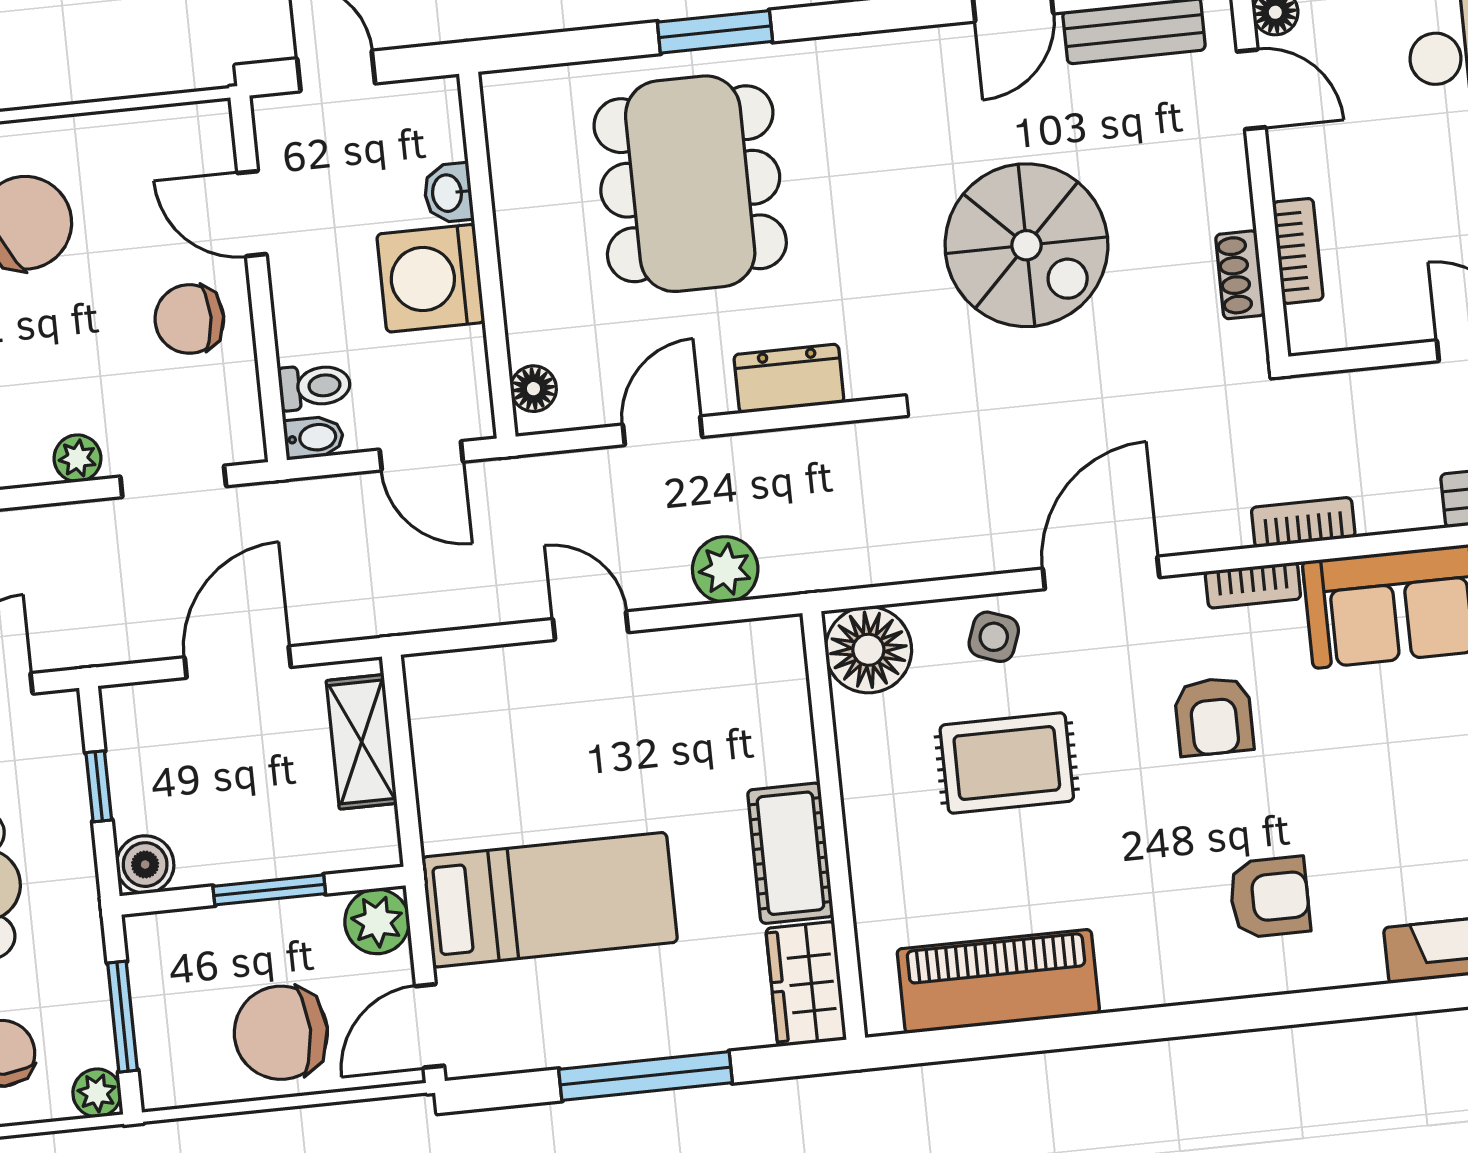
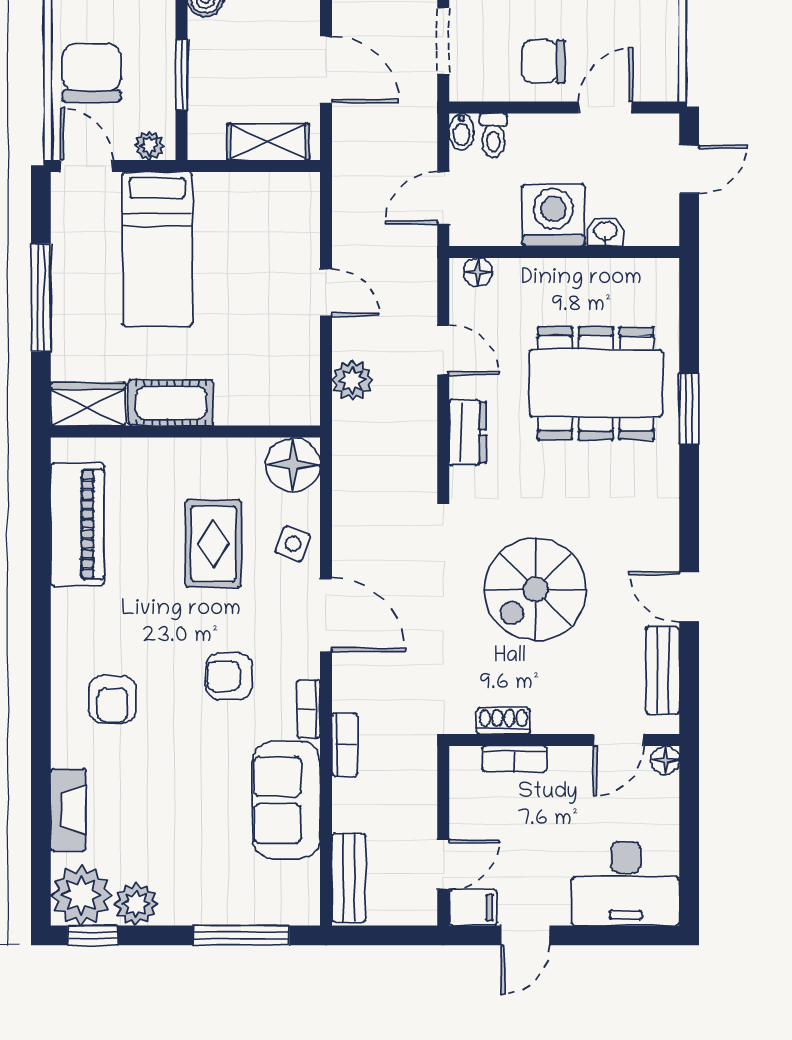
chair: (189, 319) -> (544, 62), turned -91
door: (591, 626) -> (326, 293), hinge flipped
plant: (377, 921) -> (149, 145), width x0.73, depth x0.73

